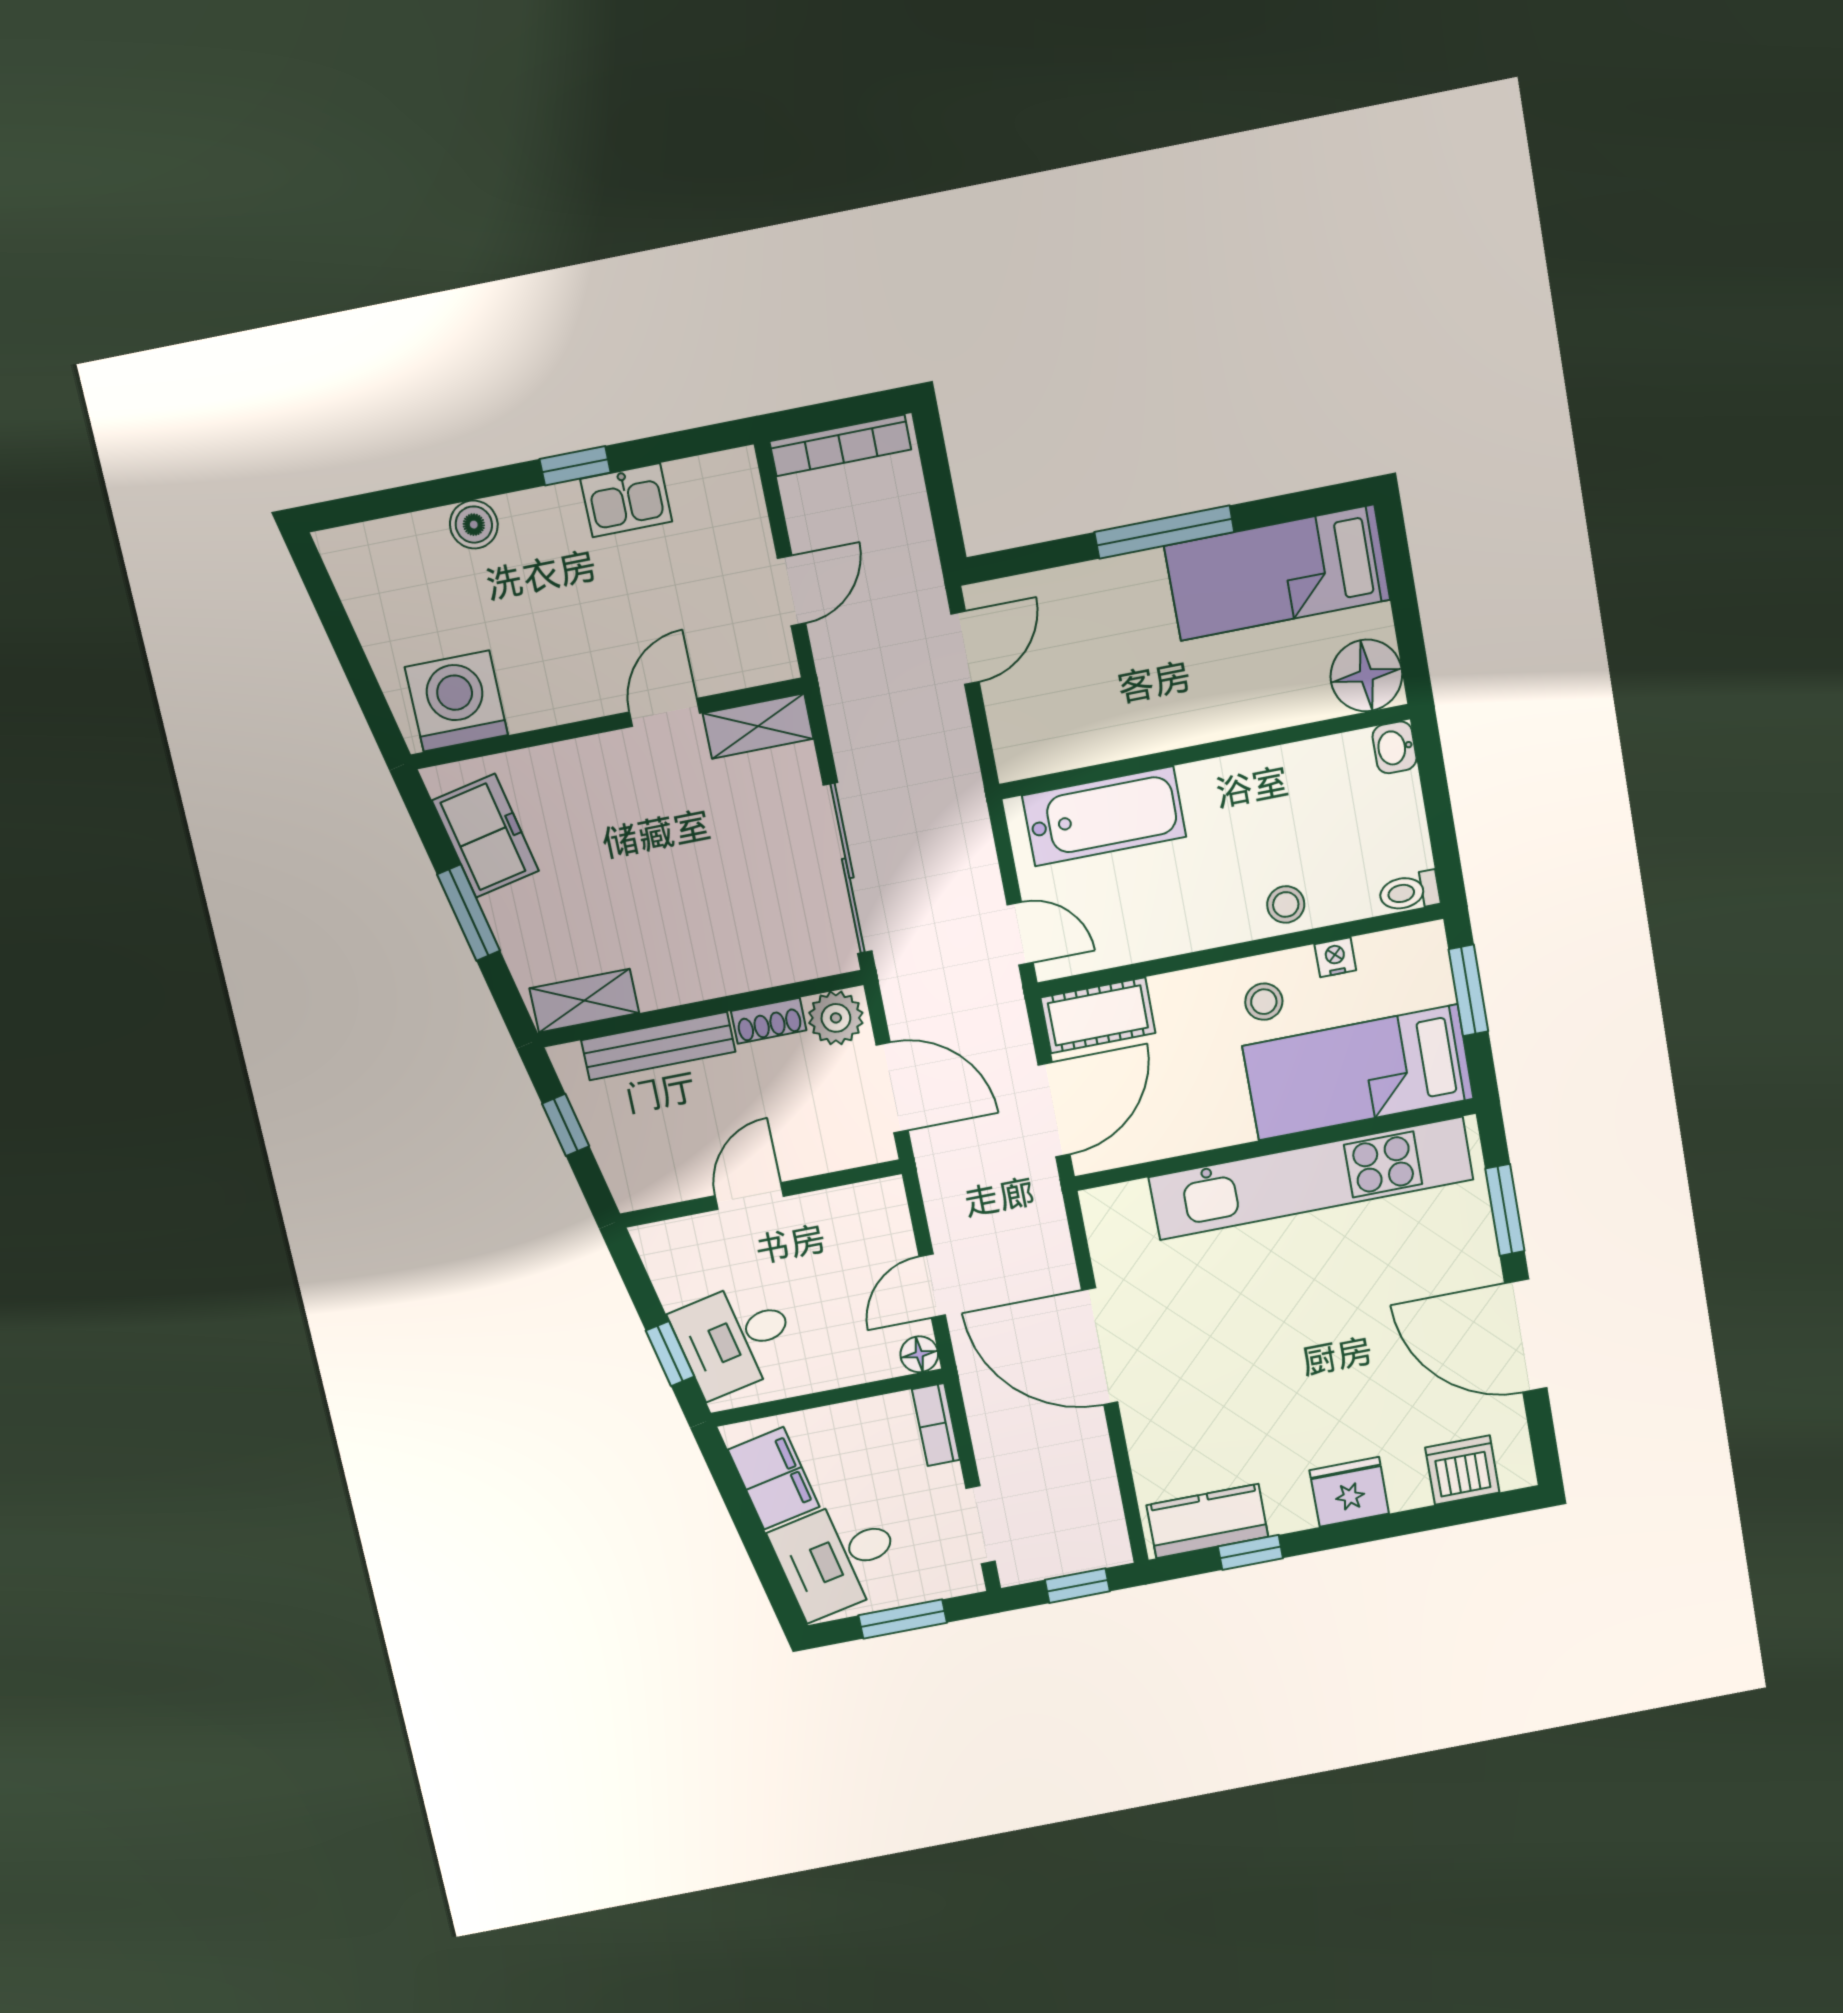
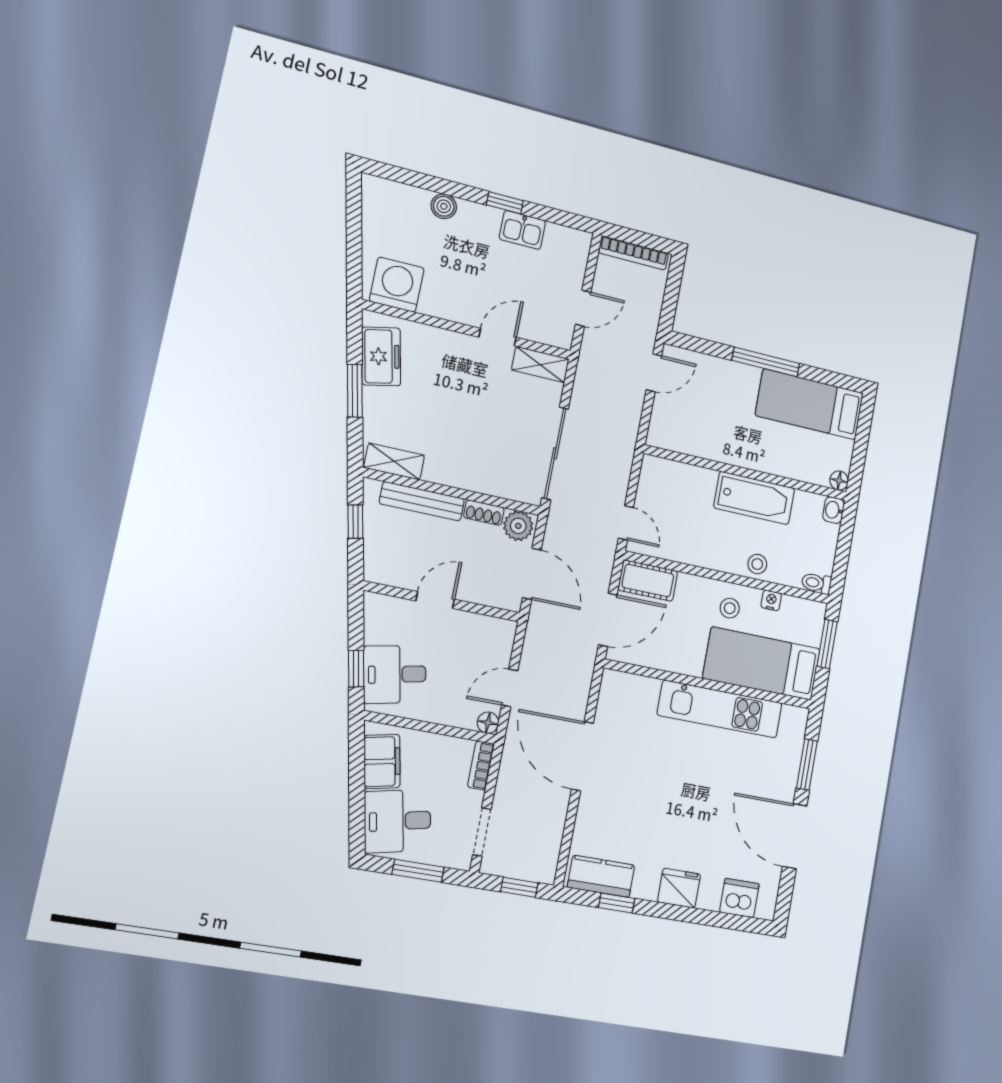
floor lamp: (1366, 675) -> (839, 481), width x0.53, depth x0.53
bathtub: (1104, 816) -> (754, 498), moved
kitchen unit: (1311, 1178) -> (720, 709), width x0.73

